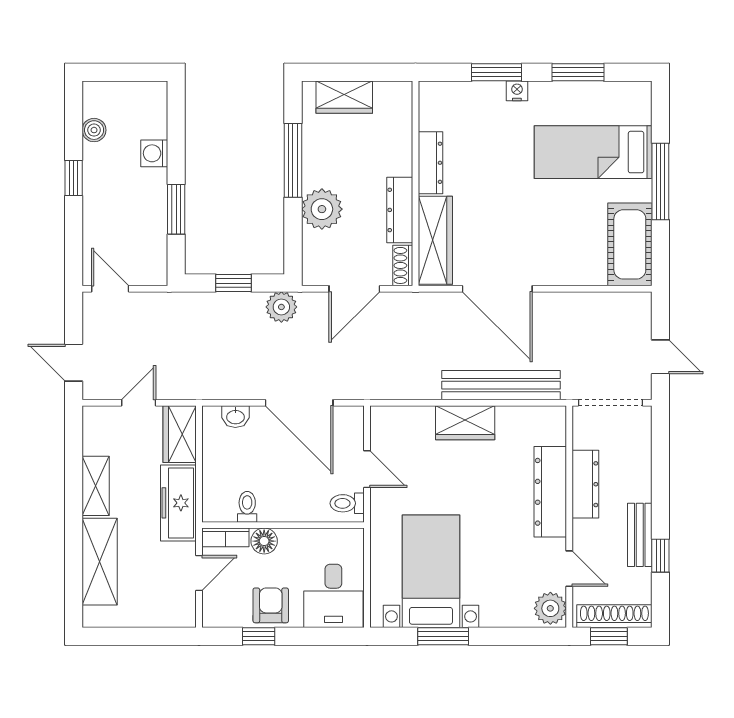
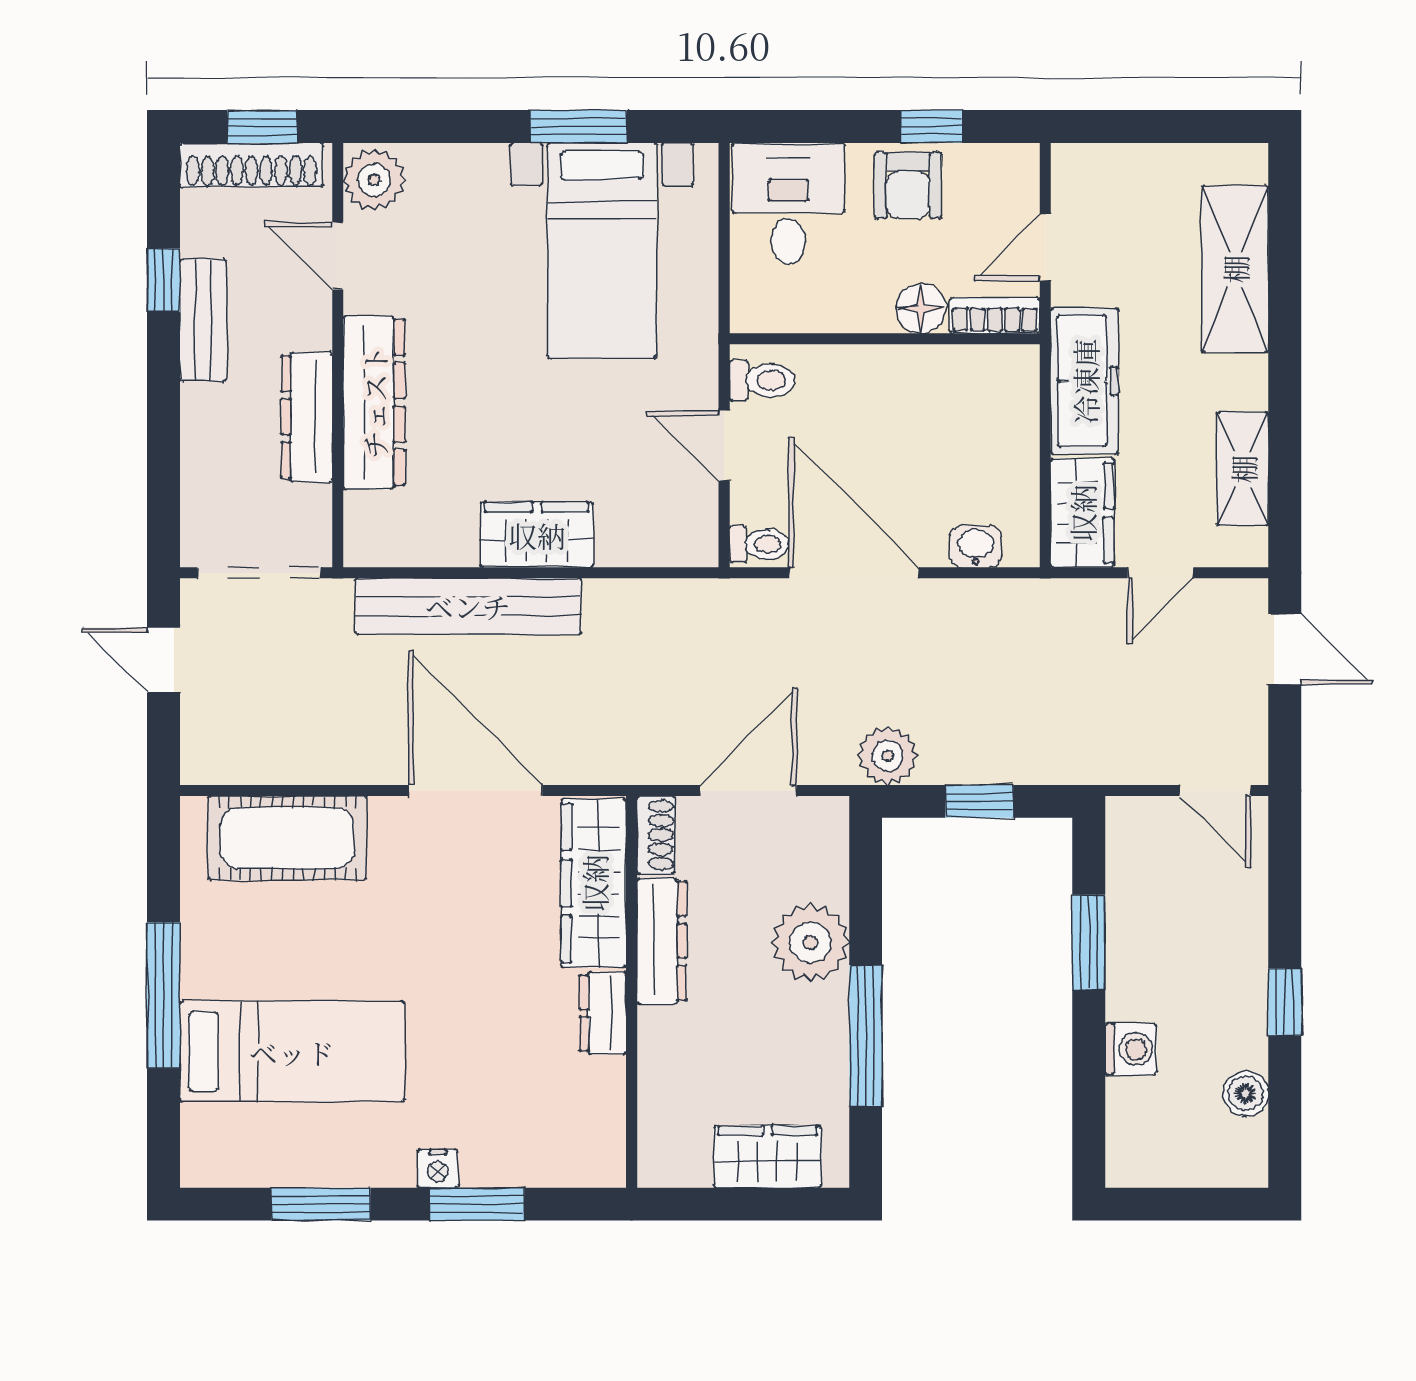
dresser: (430, 163) -> (603, 1013), width x0.70
cot: (630, 244) -> (287, 838), moved, turned 90
shelving: (96, 486) -> (1243, 469), moved
toilet: (247, 507) -> (759, 544), moved, turned -90

